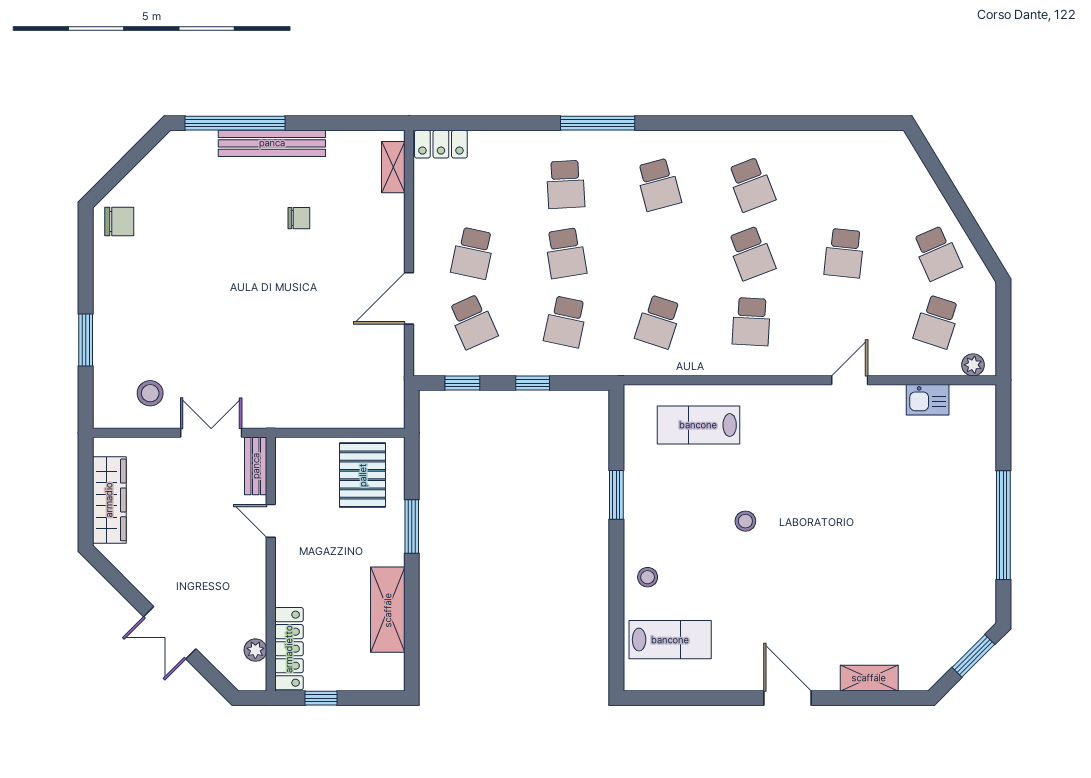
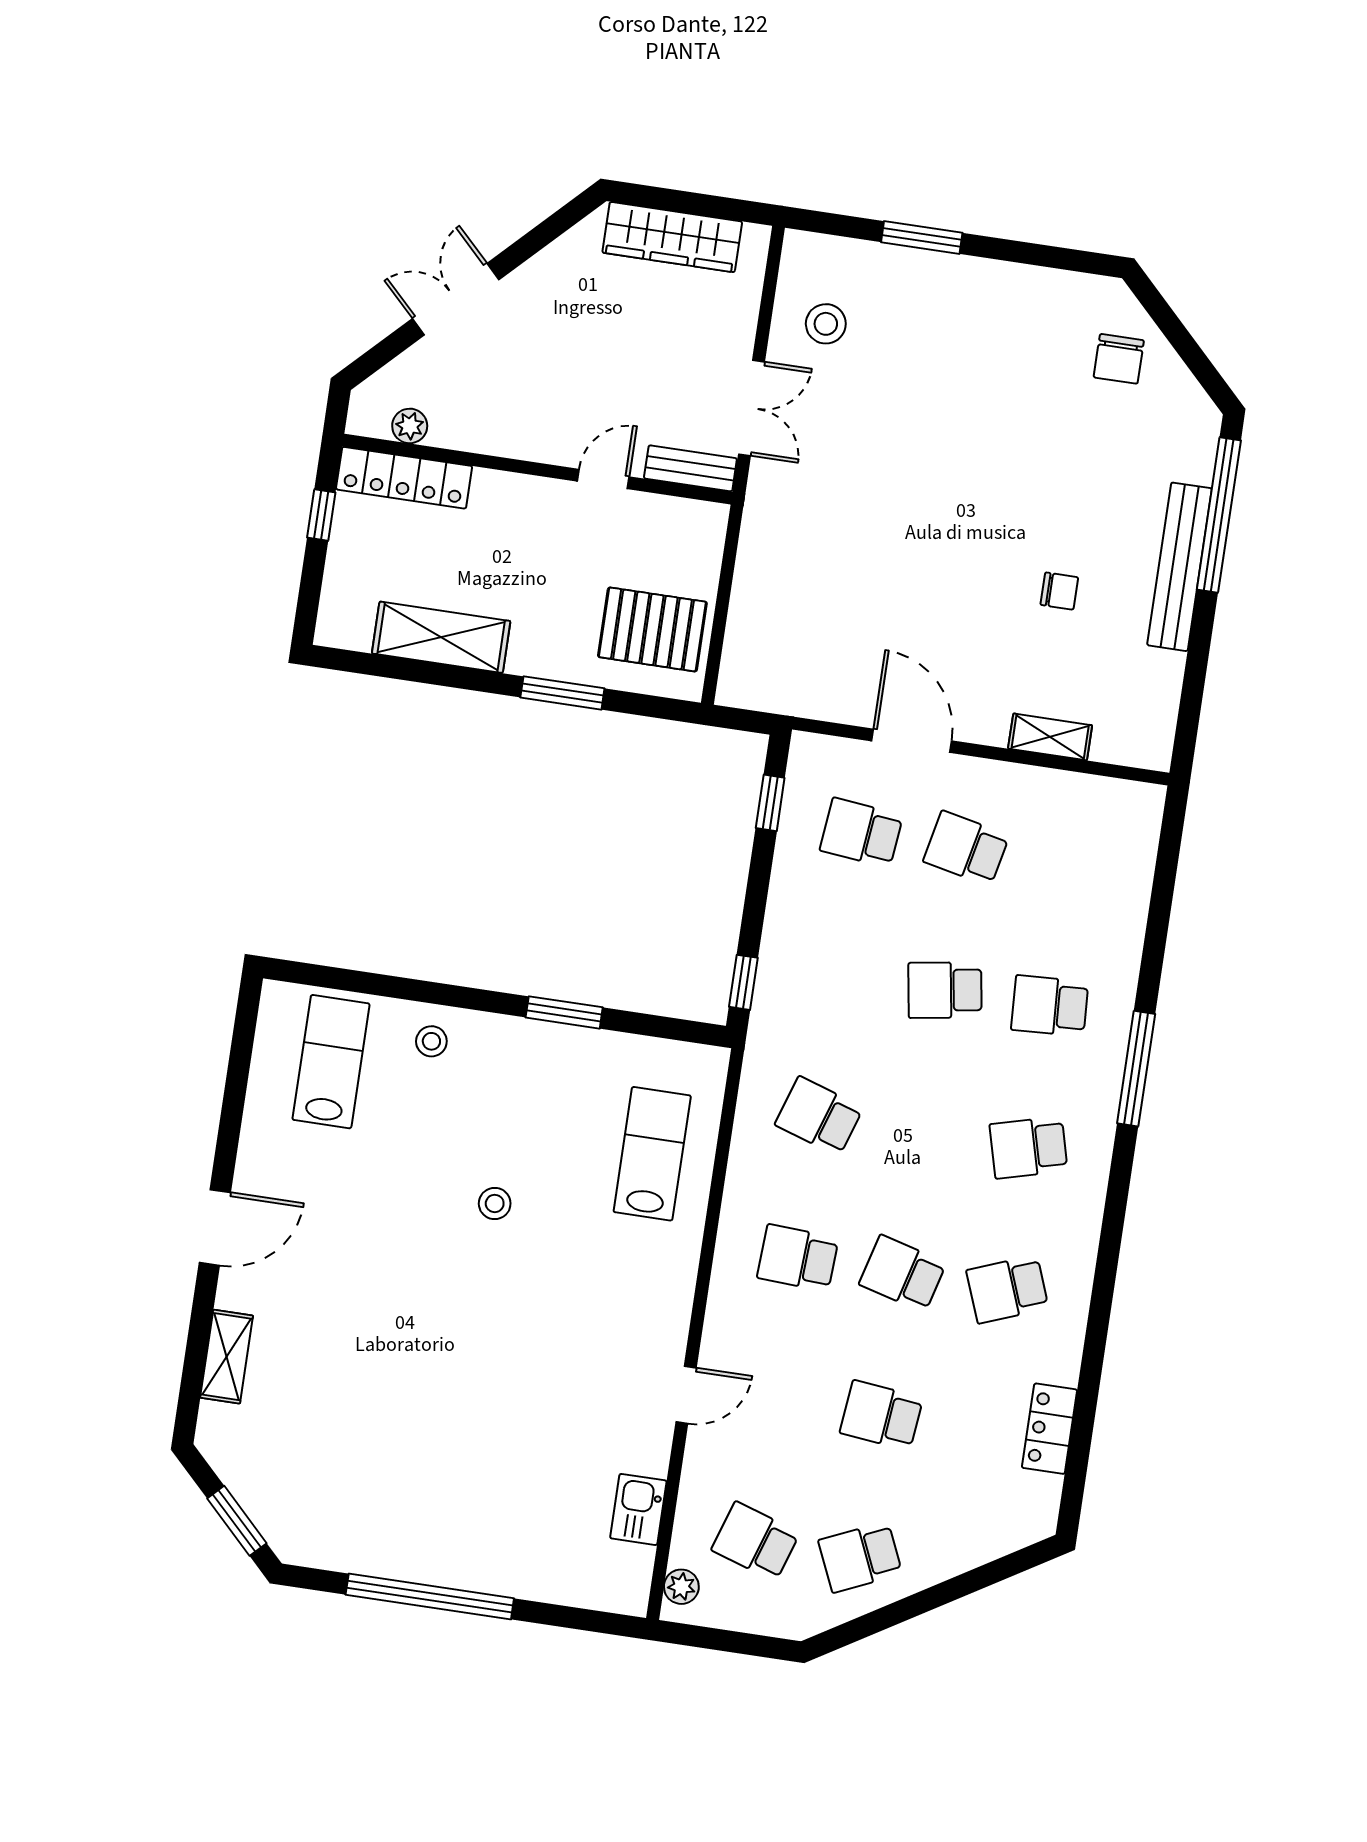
locker: (441, 144) -> (1050, 1429), moved
shelving: (393, 167) -> (1050, 737), moved
chair: (299, 218) -> (1059, 591), turned -90
chair: (119, 221) -> (1119, 359), moved
school desk: (751, 253) -> (903, 1274), turned 36
school desk: (473, 322) -> (861, 833), turned 30
school desk: (566, 322) -> (840, 974), removed
door: (850, 380) -> (686, 1395), hinge flipped
window: (533, 383) -> (743, 982), moved
lab bench: (670, 640) -> (331, 1062), turned 180

